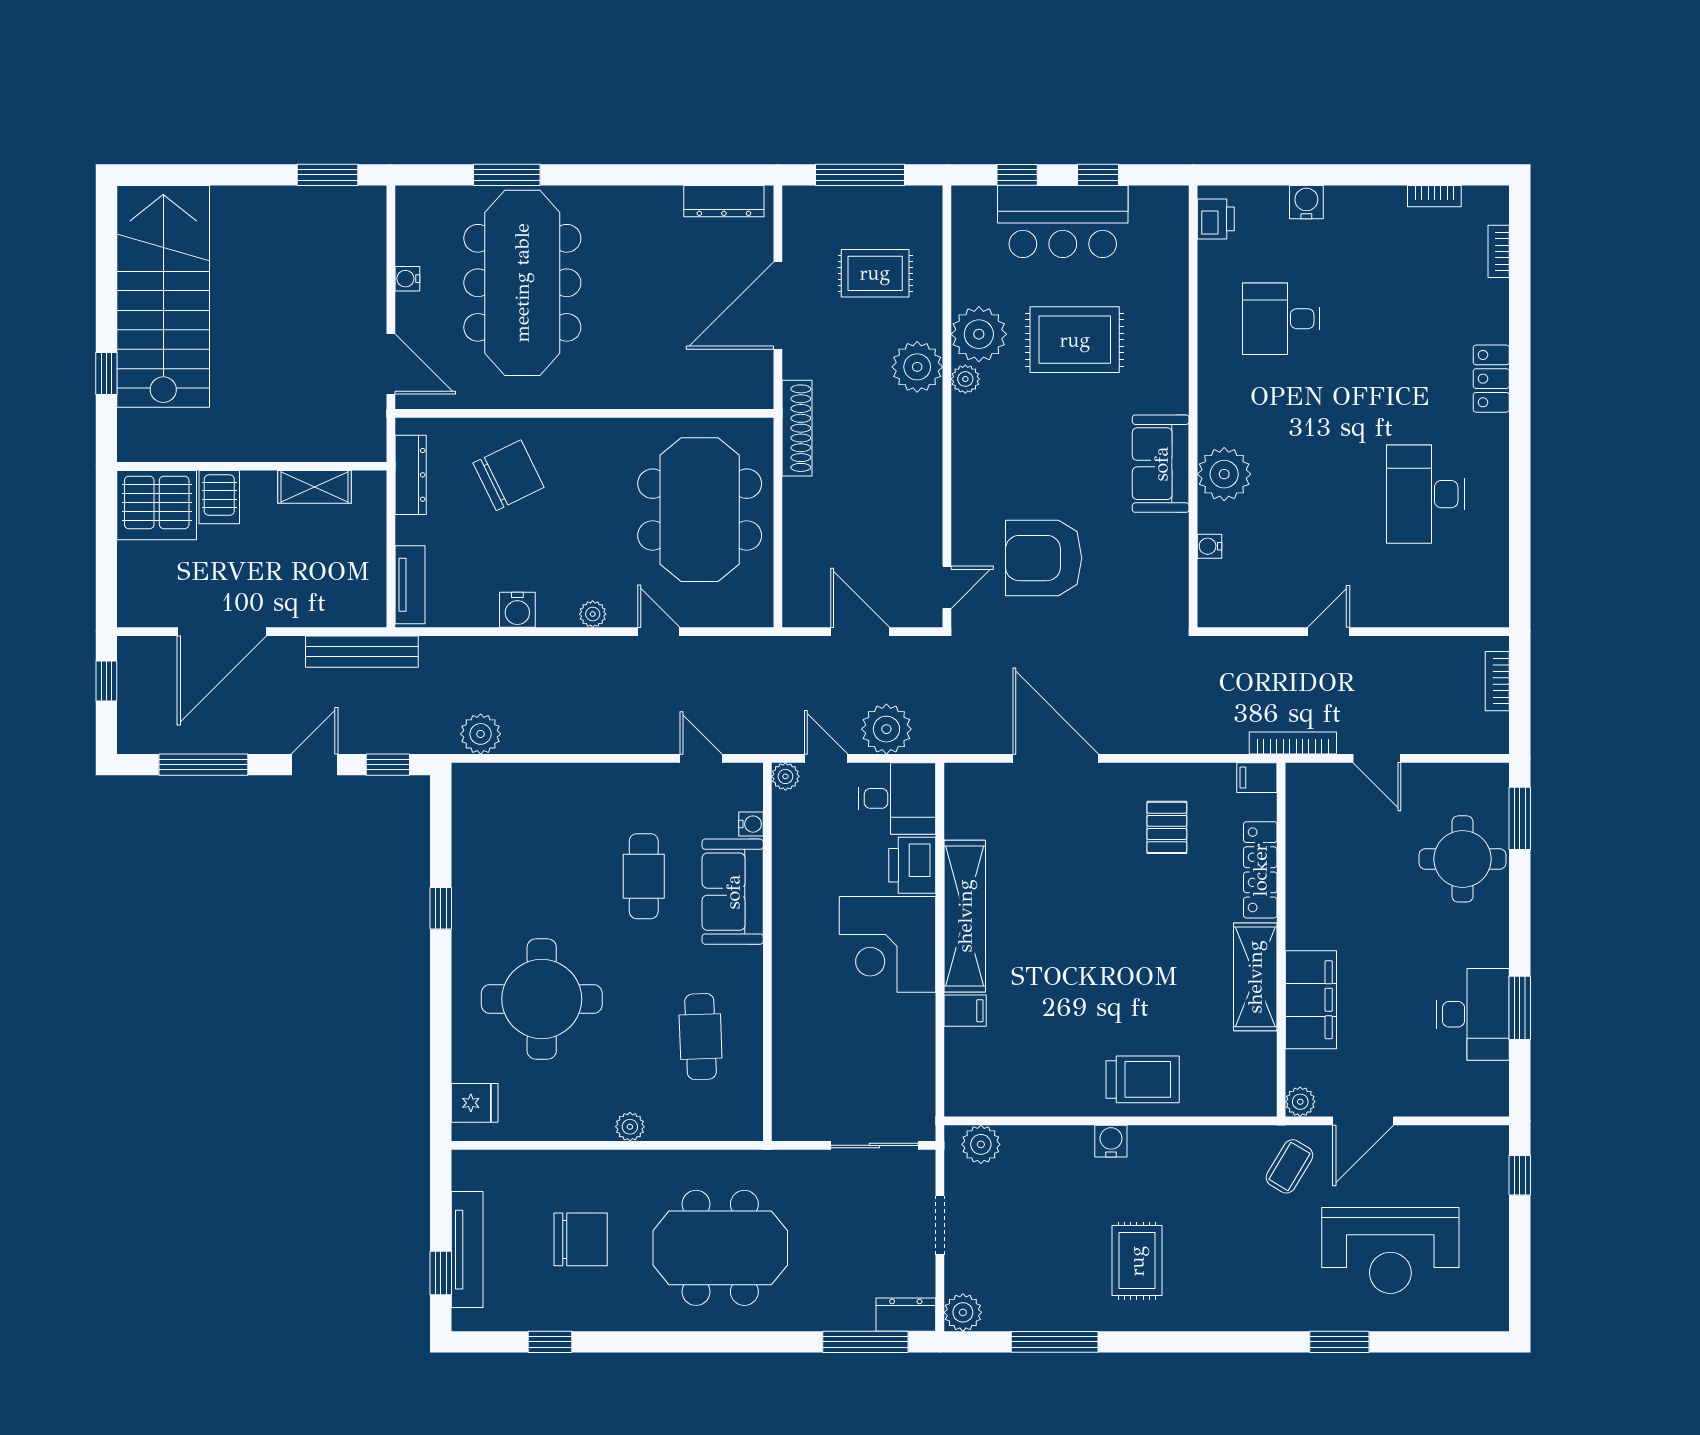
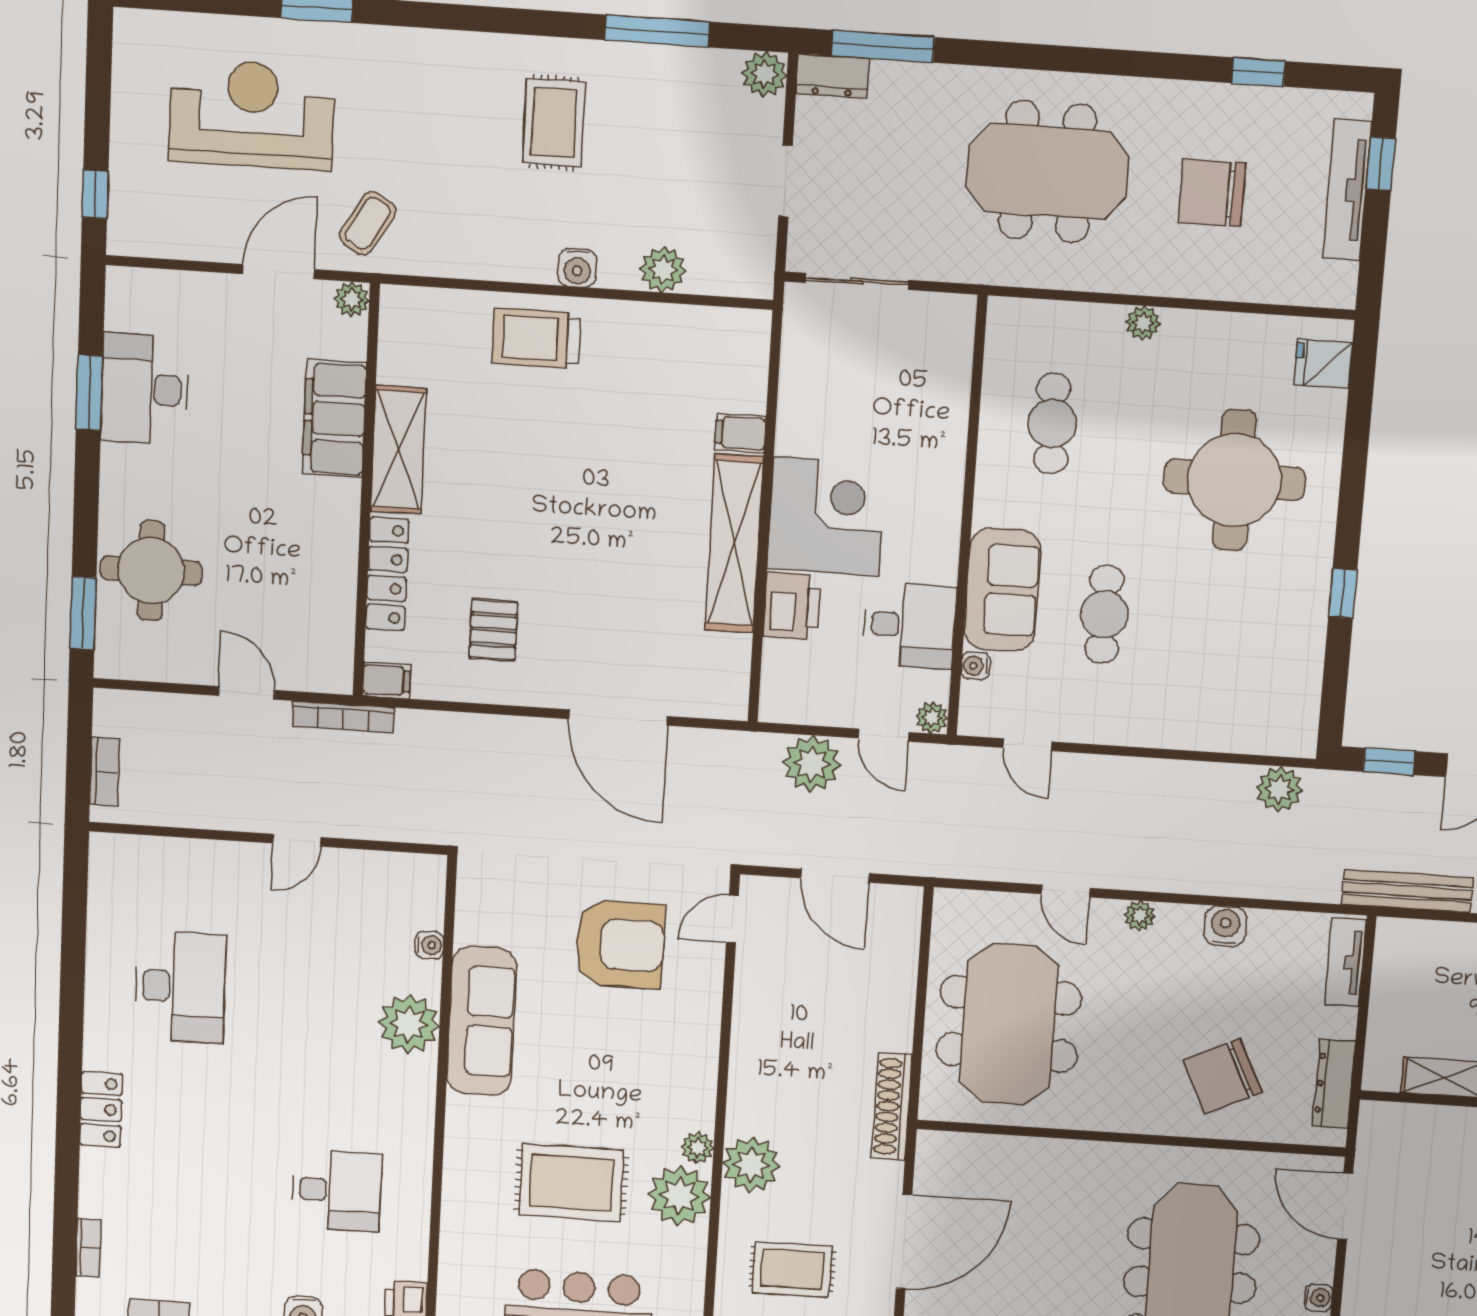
sofa: (1161, 464) -> (482, 1021), width x1.36
desk: (897, 798) -> (909, 626), moved, turned 180
plant: (981, 1144) -> (663, 270), moved

